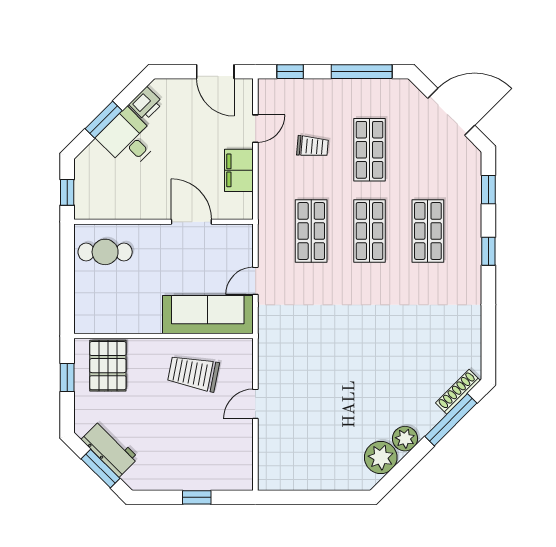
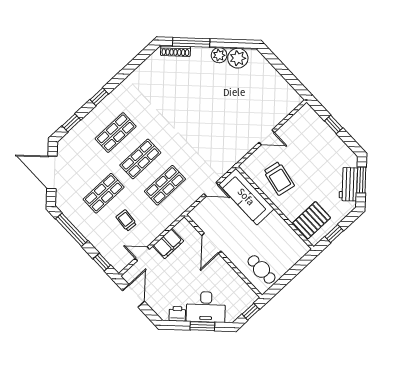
desk: (128, 139) -> (206, 307), width x1.37

